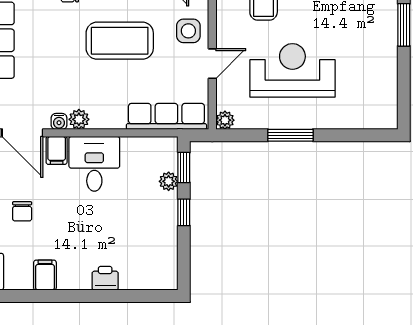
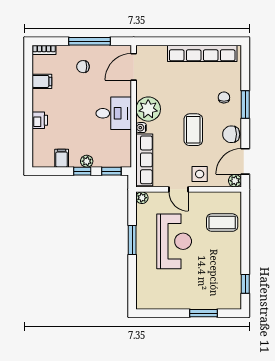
coffee table: (120, 41) -> (193, 130), width x0.73, depth x0.76
plant: (79, 119) -> (148, 109), width x1.87, depth x1.87
water cooler: (59, 121) -> (141, 128), moved
filing cabinet: (57, 150) -> (62, 158), moved, turned 90
plant: (169, 181) -> (87, 161), moved

